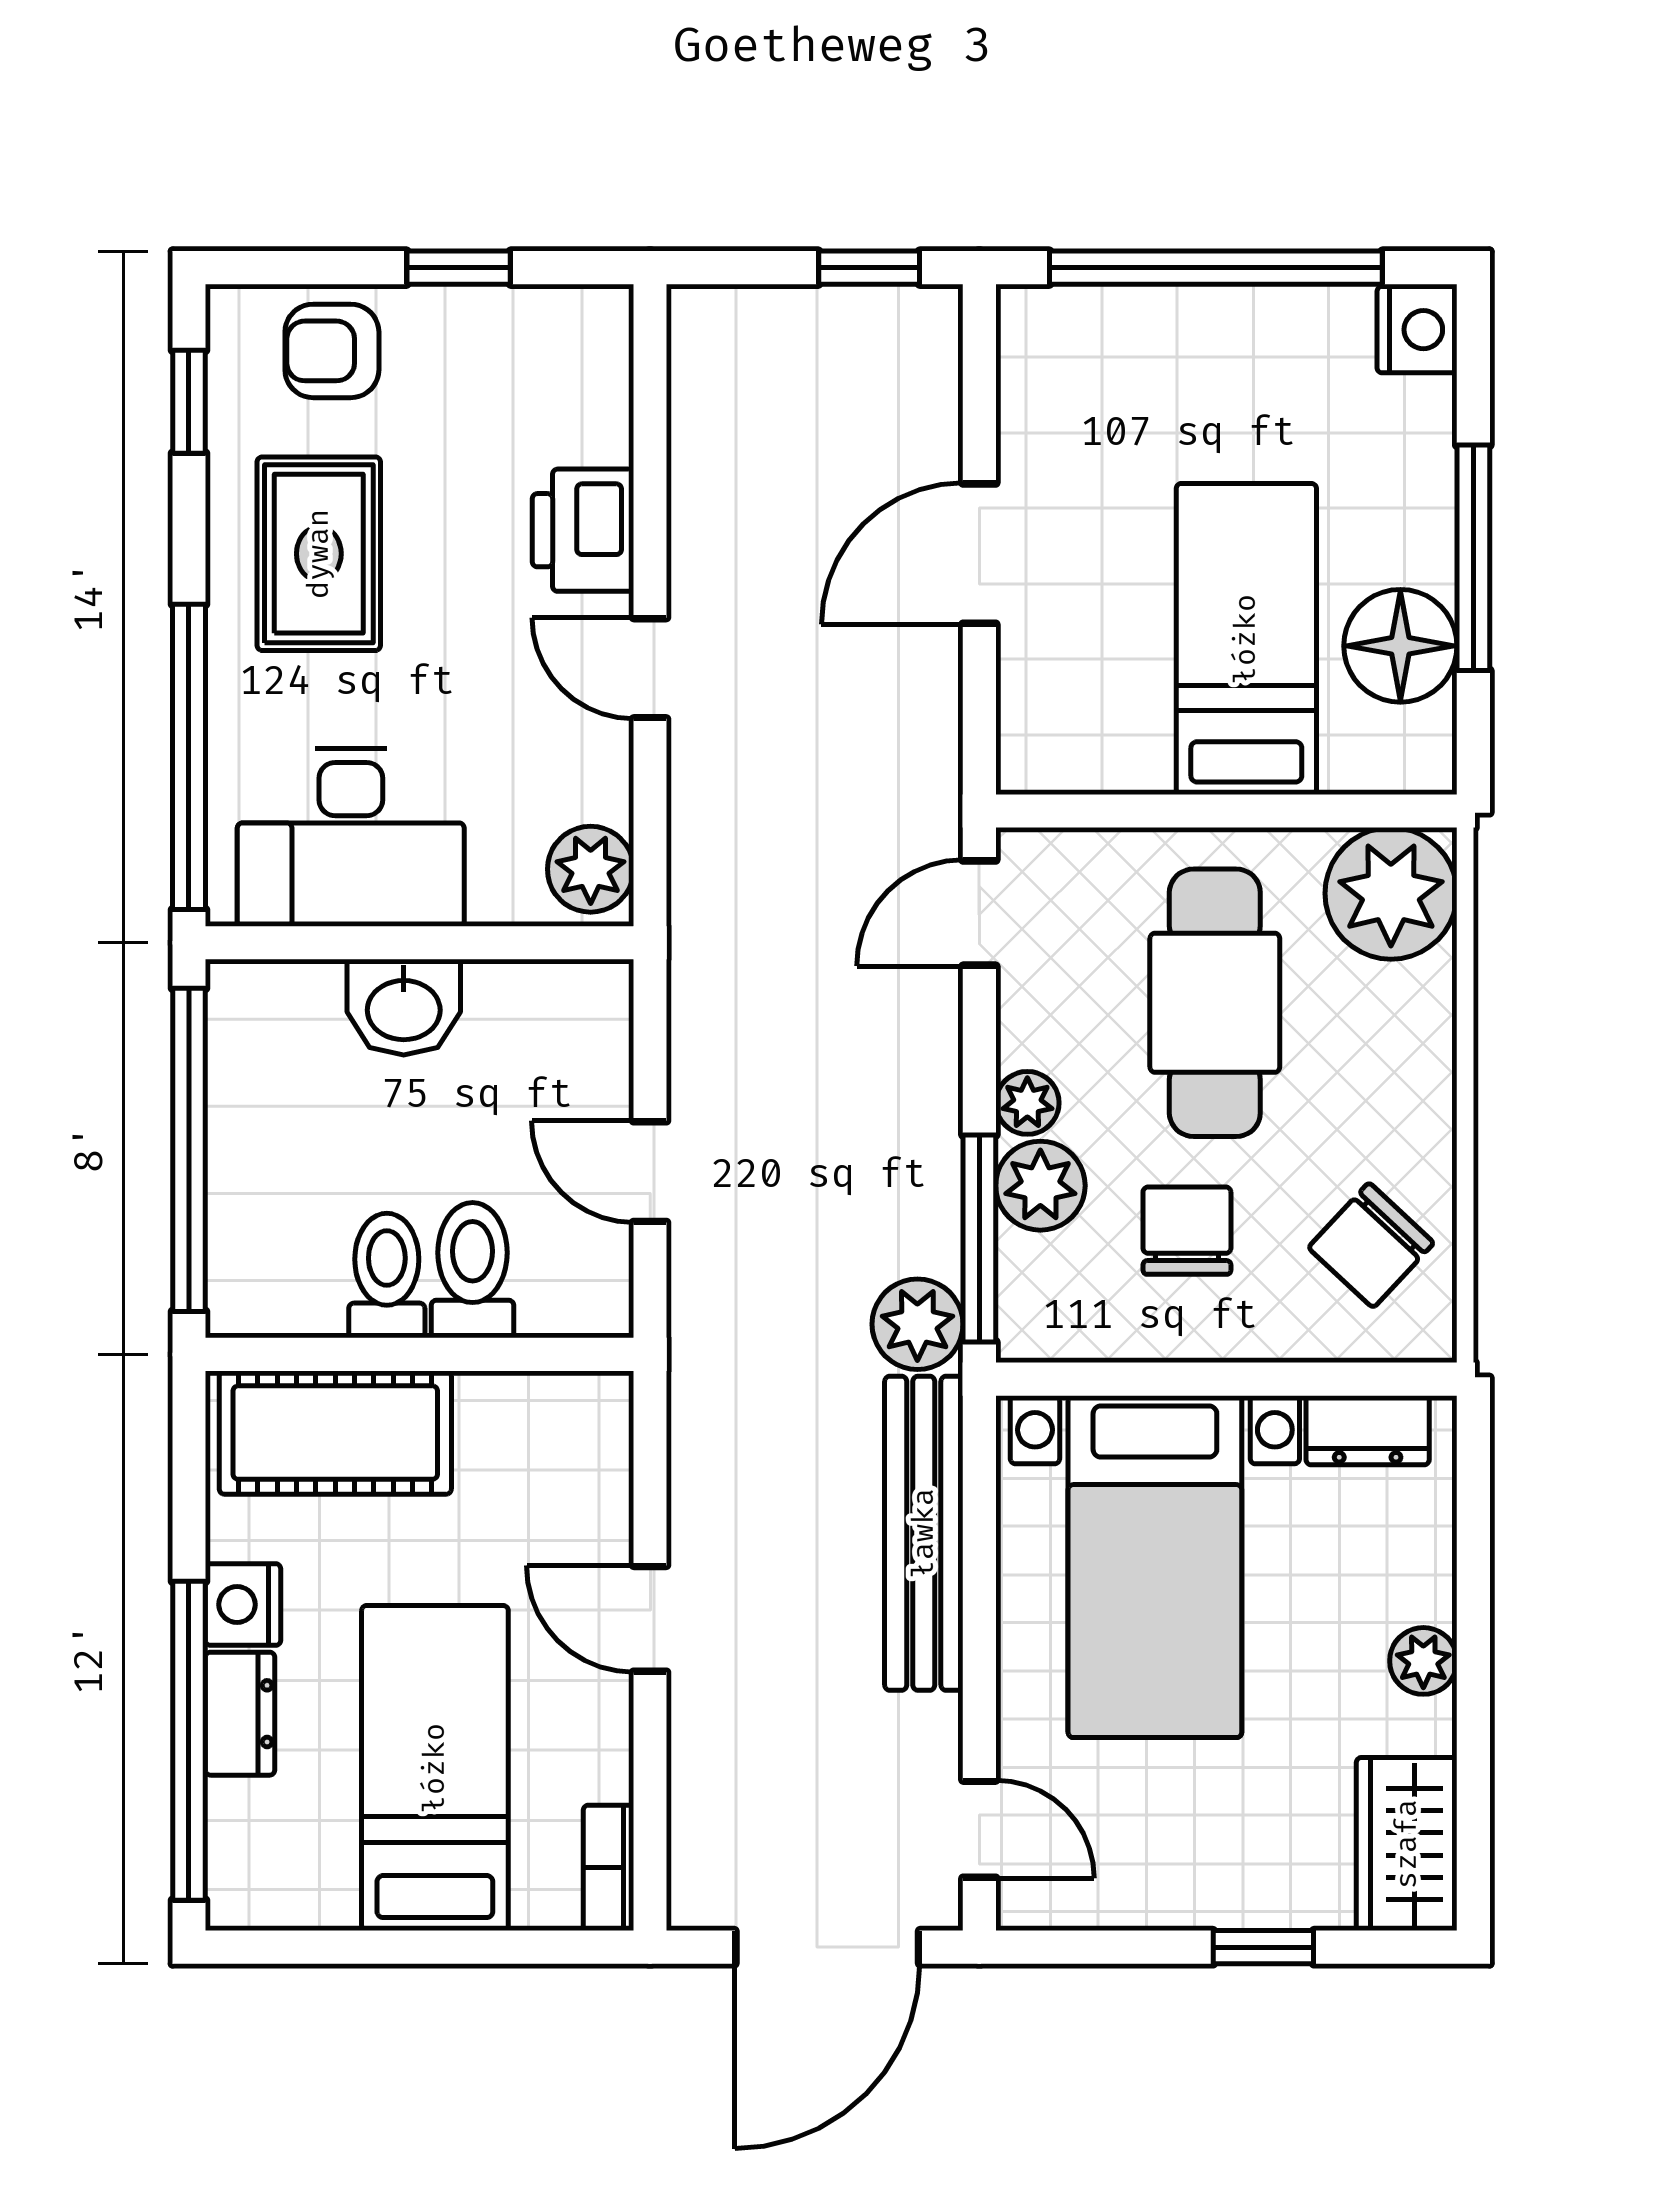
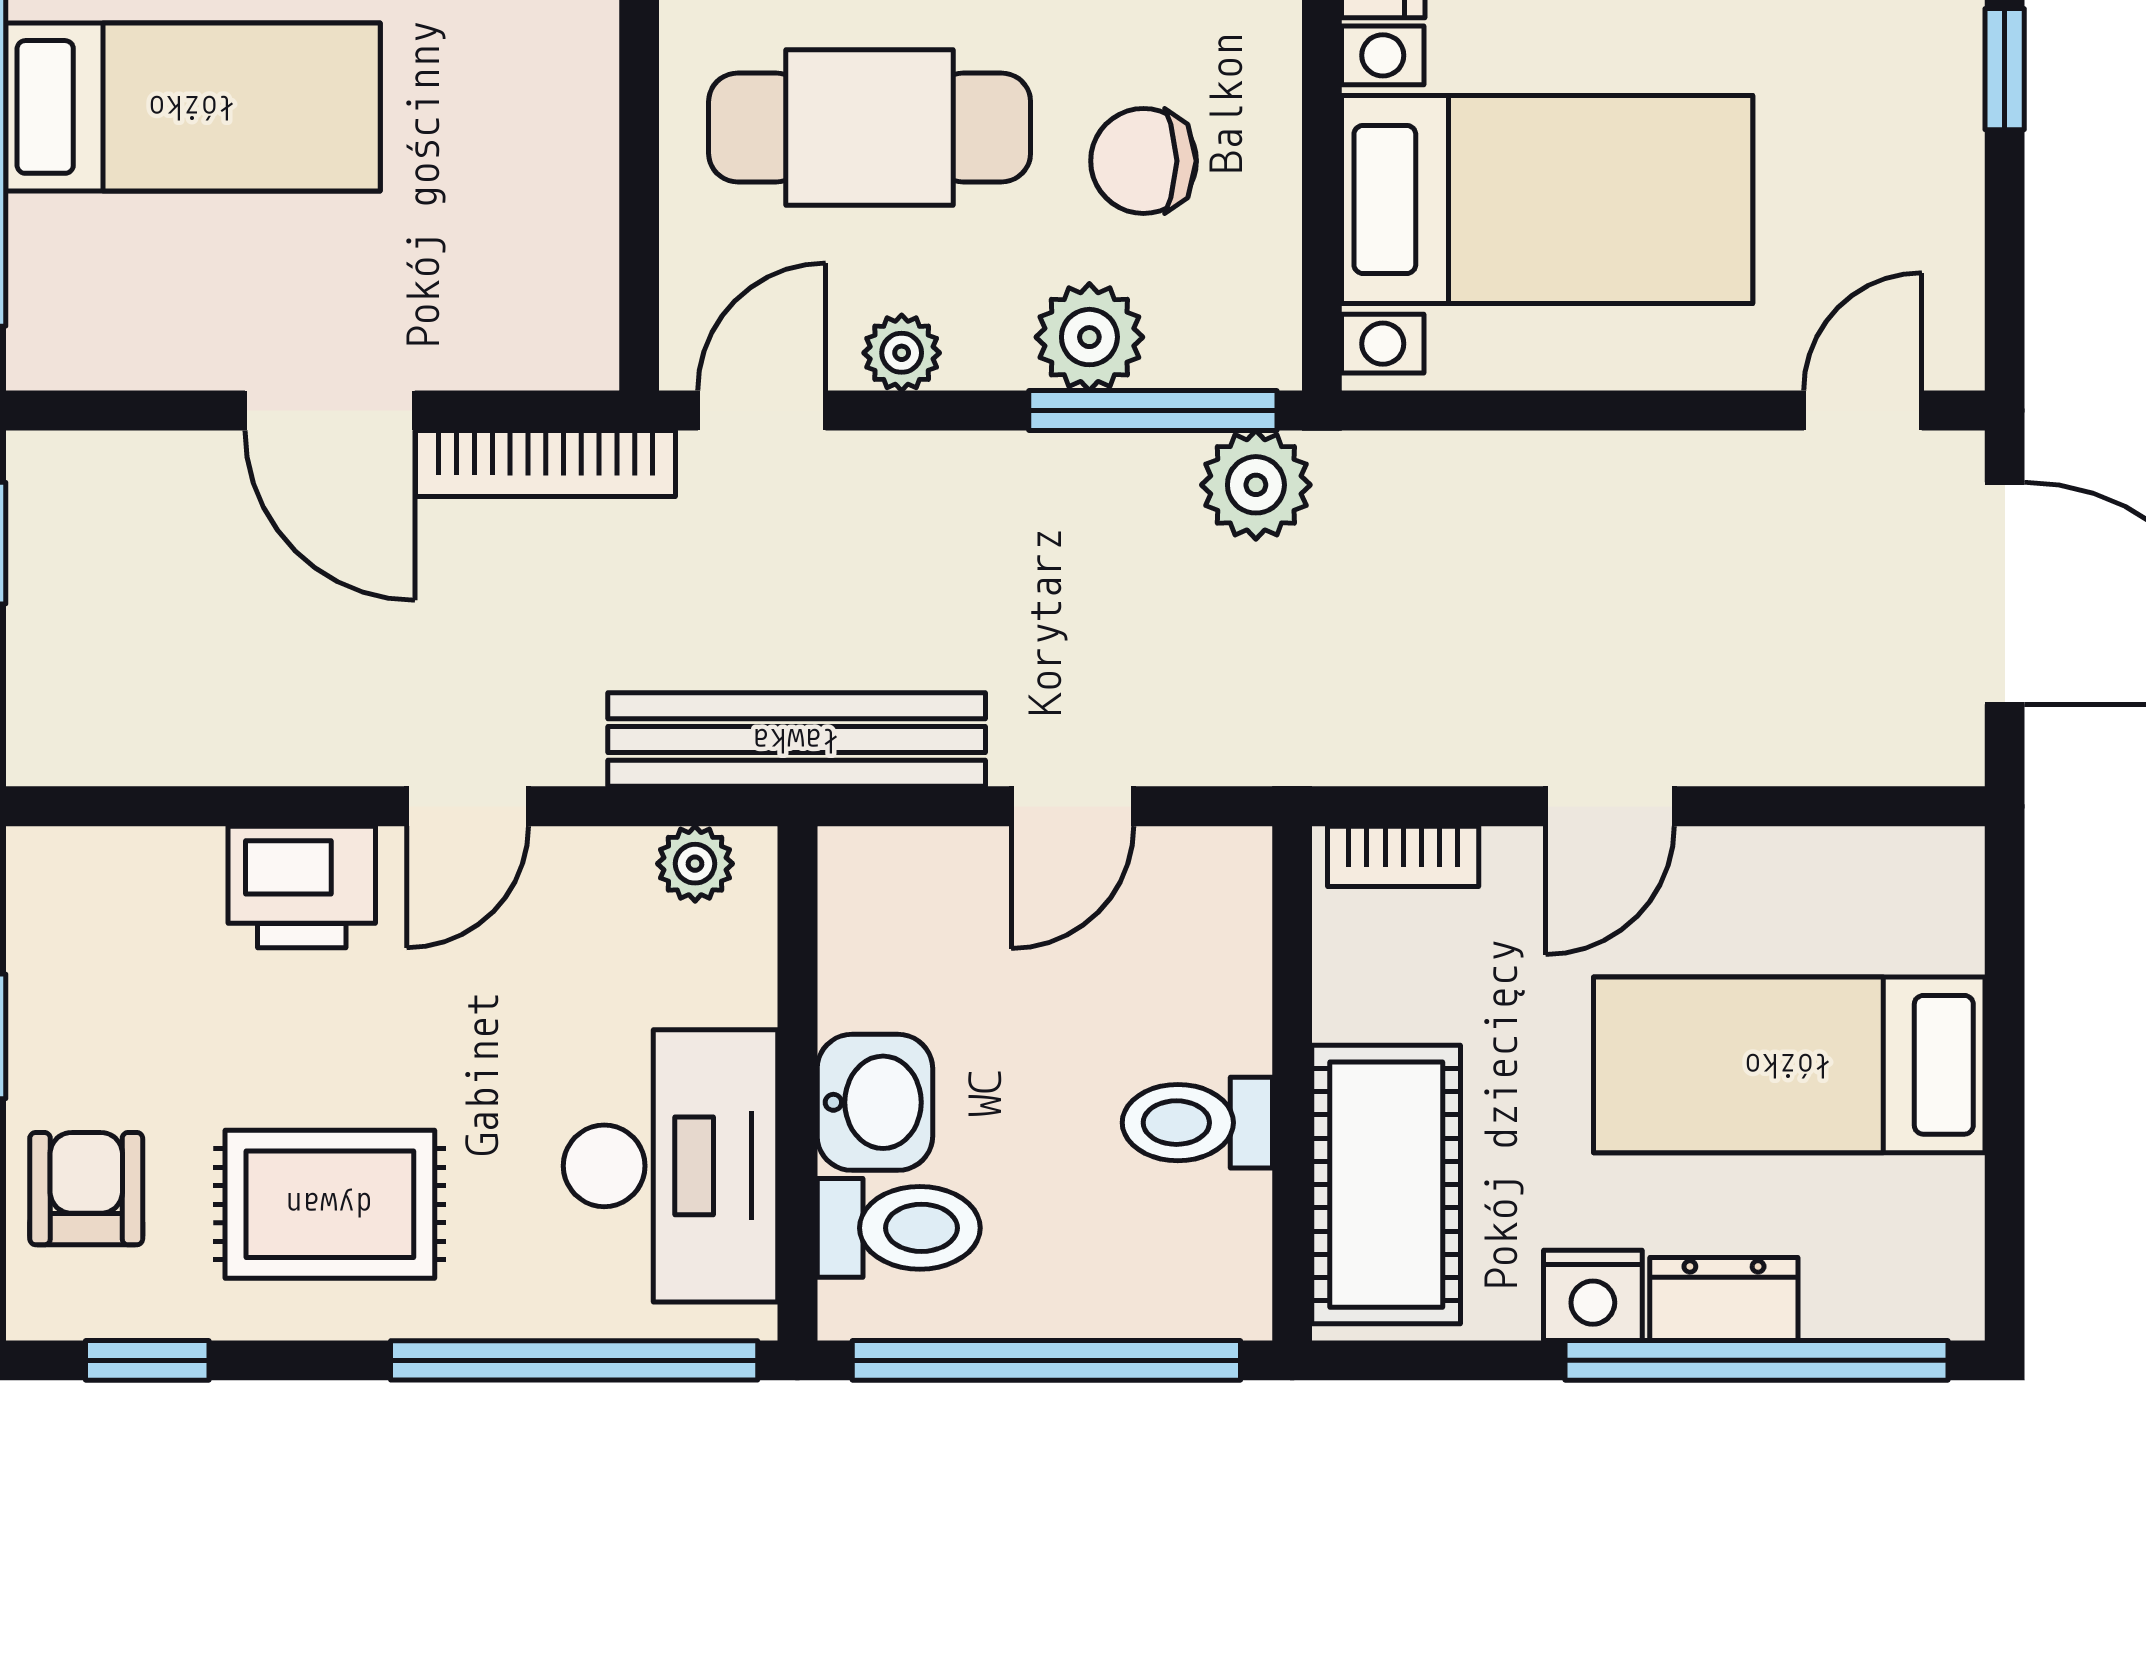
armchair: (332, 351) -> (86, 1189), turned 180
bed: (1246, 639) -> (193, 107), moved, turned 180
bookcase: (935, 733) -> (546, 464), added
plant: (591, 869) -> (695, 864), width x0.73, depth x0.73
door: (979, 913) -> (762, 410), swing flipped
plant: (1027, 1103) -> (902, 353), moved
toilet: (473, 1270) -> (899, 1228), moved, turned 180
bench: (924, 1533) -> (797, 740), moved
bookcase: (608, 1868) -> (1403, 856), moved

